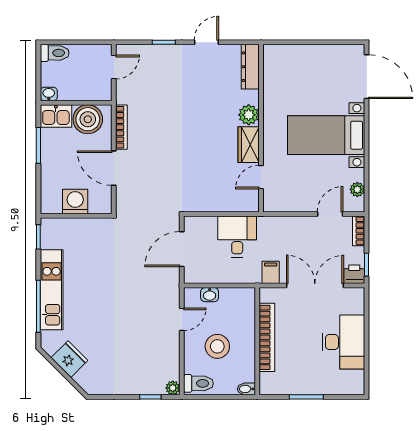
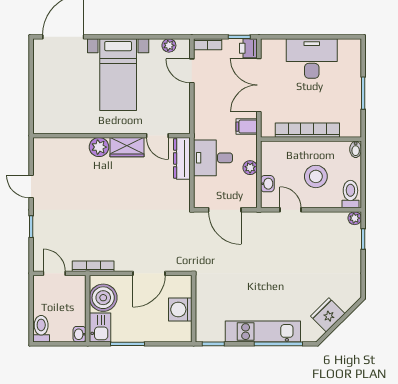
dresser: (250, 67) -> (182, 158), moved, turned 90
bookcase: (121, 127) -> (93, 266), moved
plant: (227, 276) -> (250, 168), added

